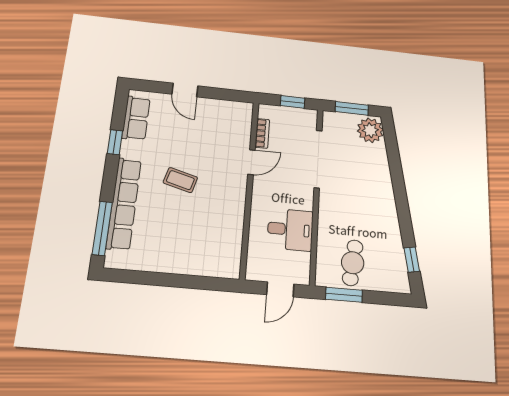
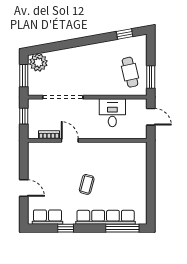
door: (185, 90) -> (24, 188), hinge flipped
cafe table: (353, 263) -> (130, 72), turned 70

